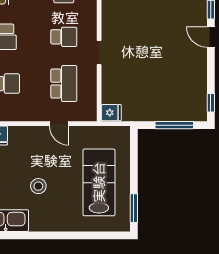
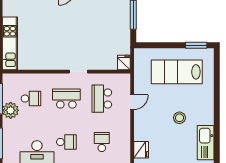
school desk: (64, 37) -> (66, 99), width x1.85
school desk: (64, 84) -> (102, 99), turned -90

